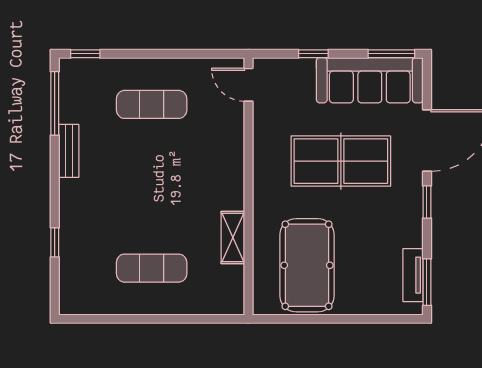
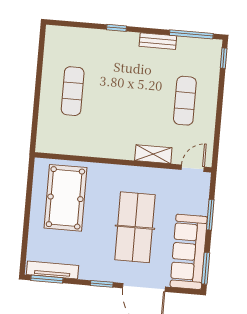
window: (313, 54) -> (210, 215), width x1.50
shelving: (233, 237) -> (153, 154), moved
window: (55, 242) -> (116, 28), moved
pool table: (307, 265) -> (65, 198), turned 90
tv unit: (413, 275) -> (52, 270), width x1.41

